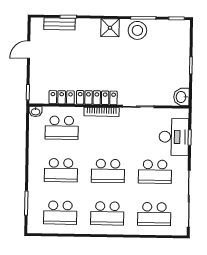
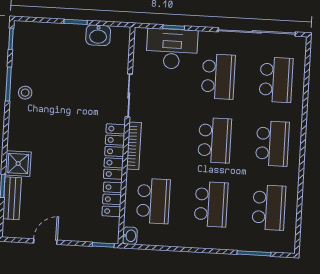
shower: (110, 28) -> (18, 164), moved
stool: (137, 30) -> (25, 93), width x0.53, depth x0.53
door: (29, 50) -> (45, 242), swing flipped
washbasin: (181, 97) -> (98, 35), moved

